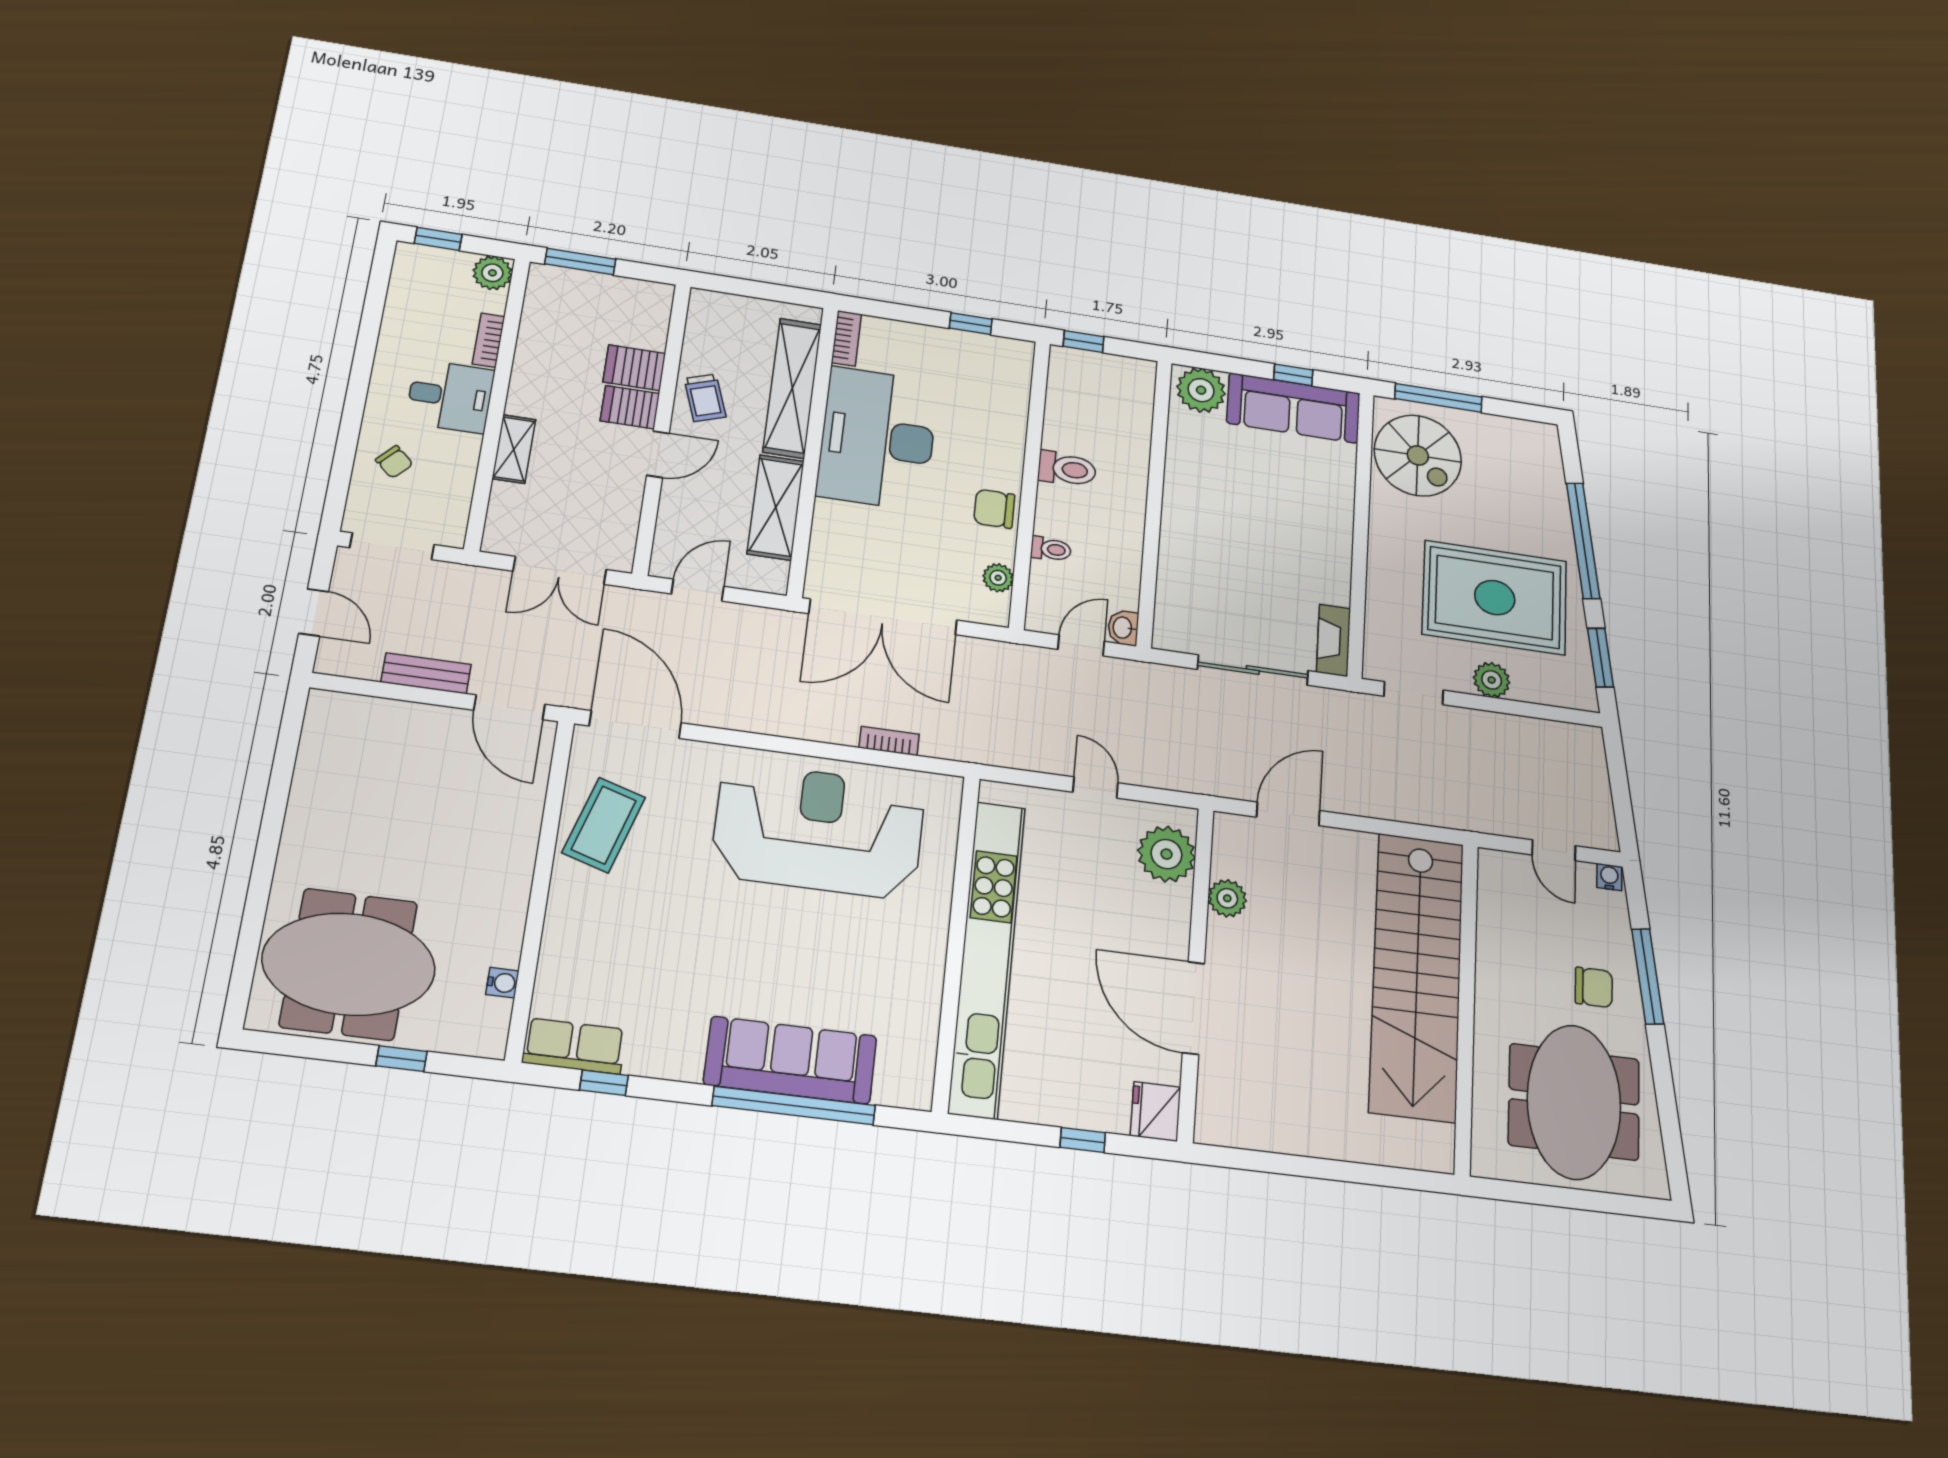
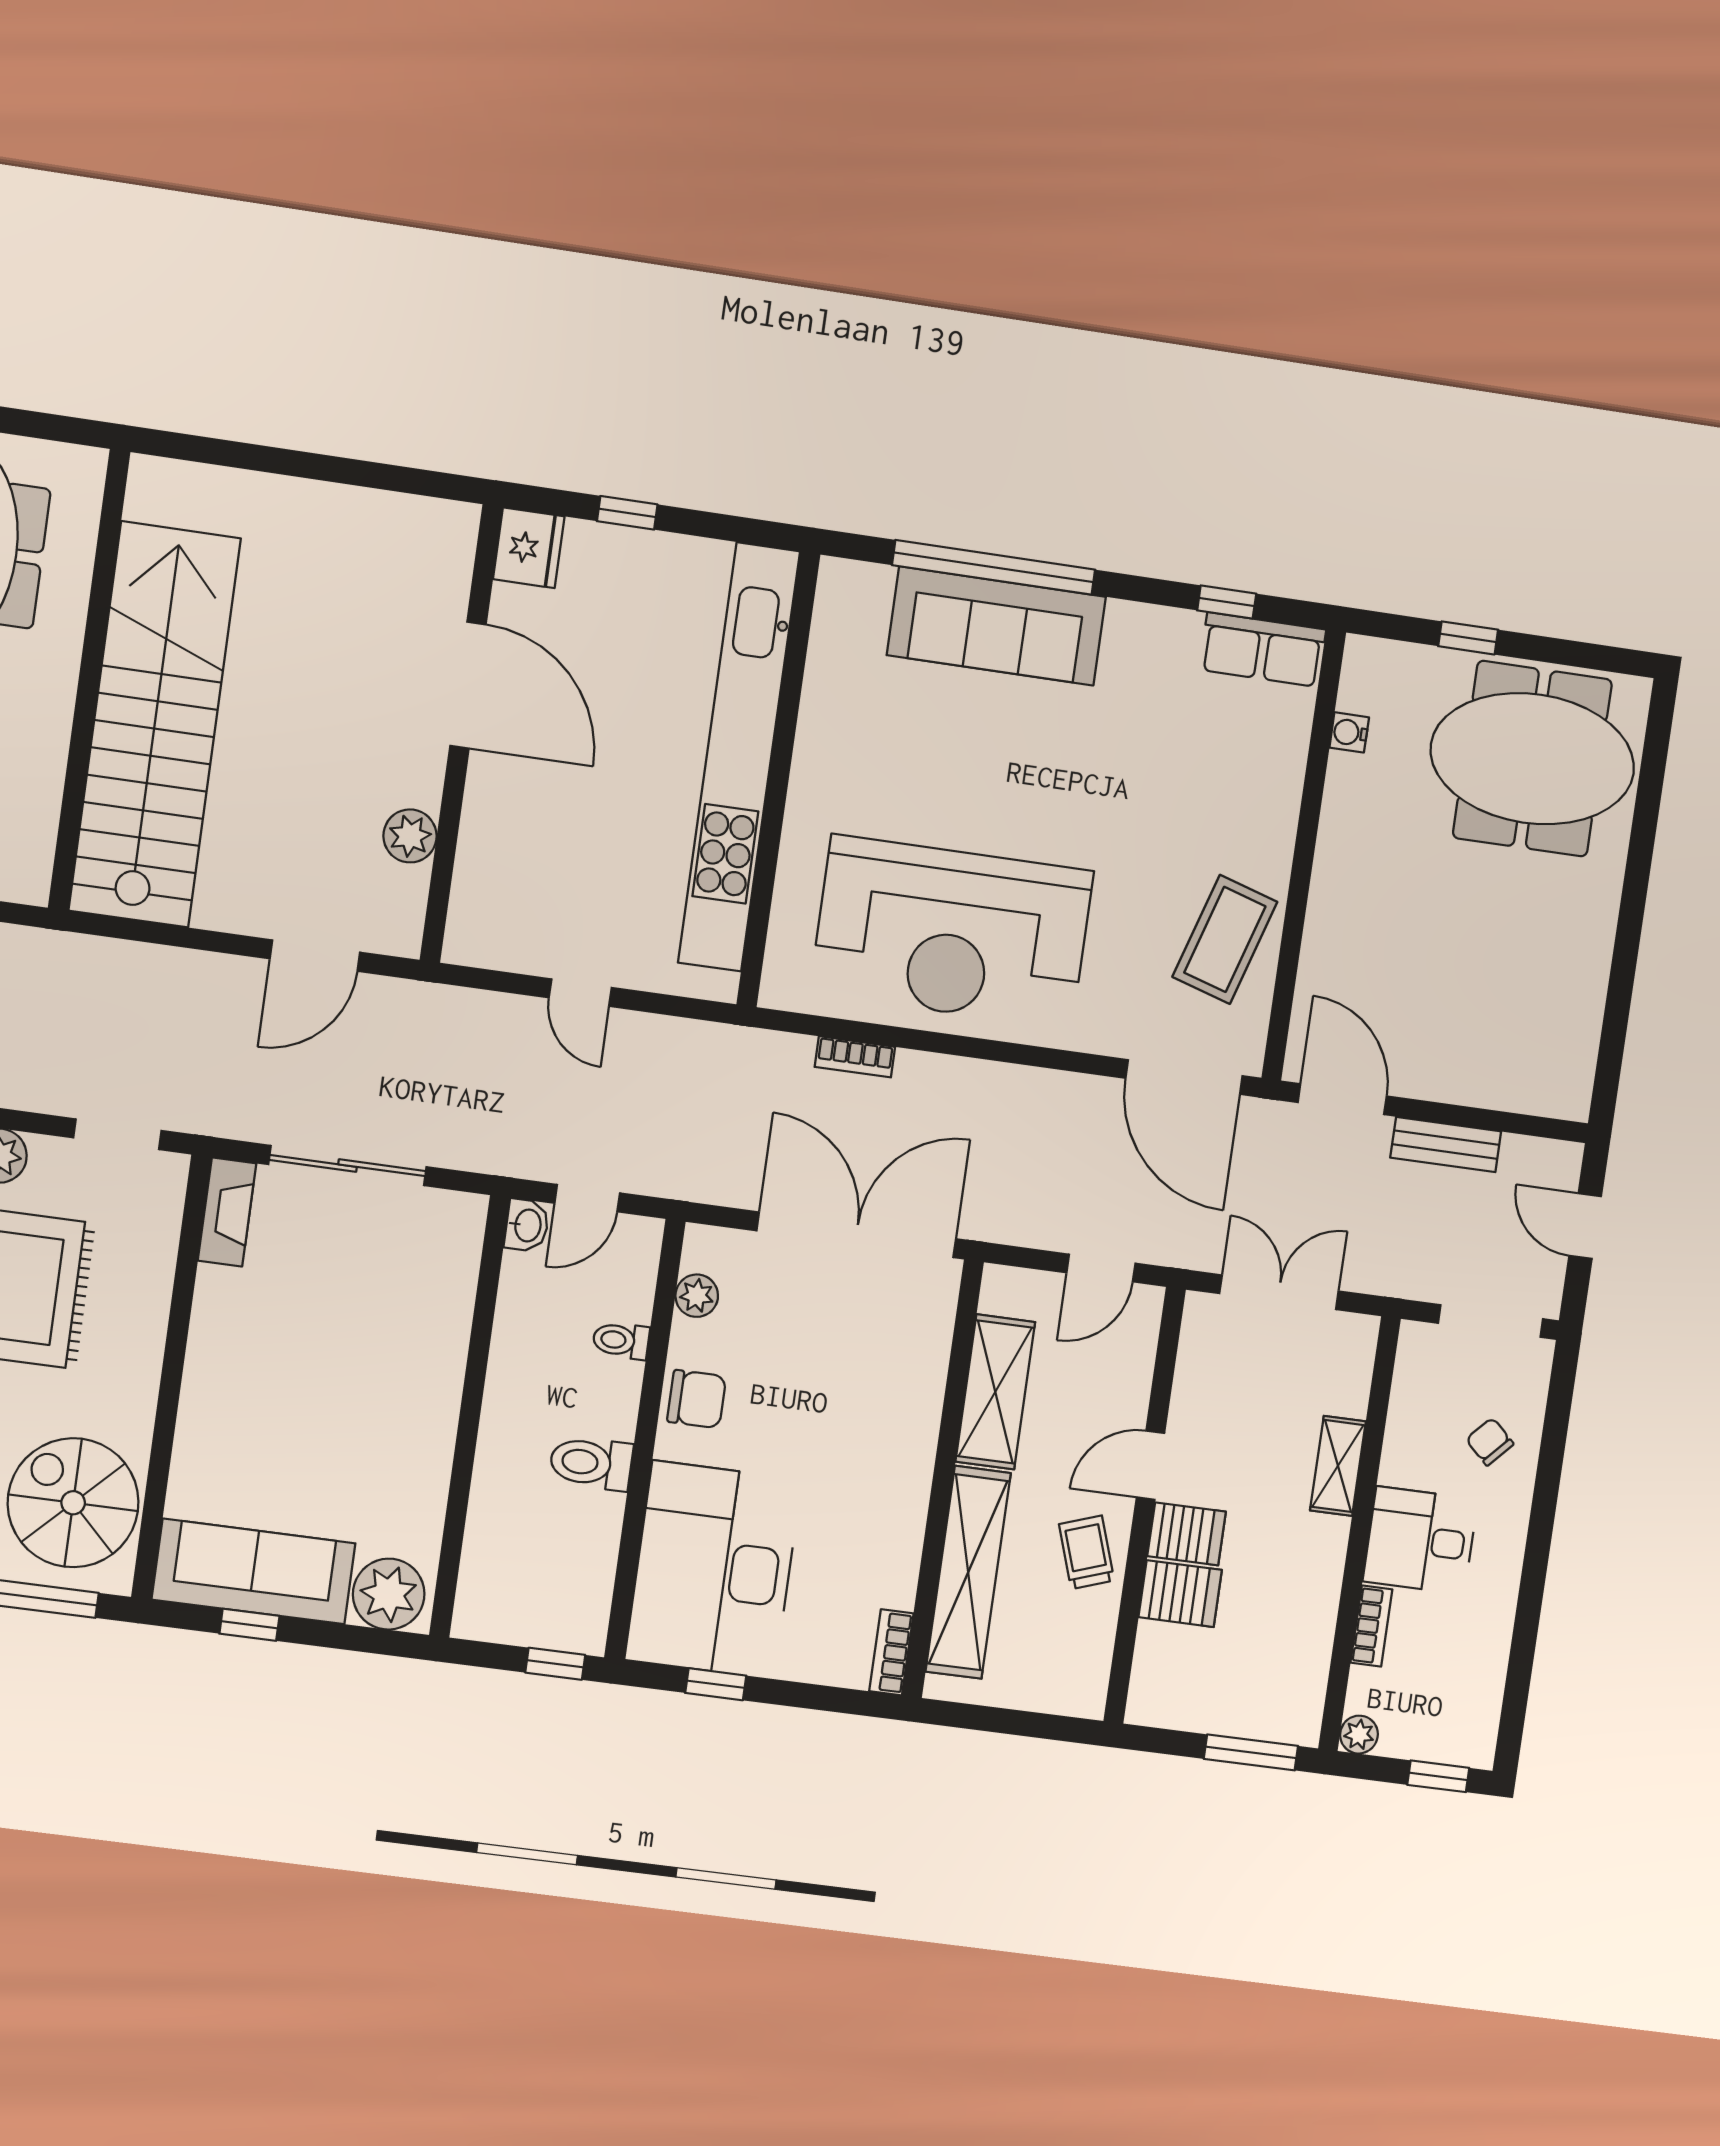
plant: (492, 273) -> (1359, 1735), width x0.73, depth x0.73
desk: (878, 438) -> (713, 1570), moved, turned 180
plant: (1166, 854) -> (489, 898), removed

